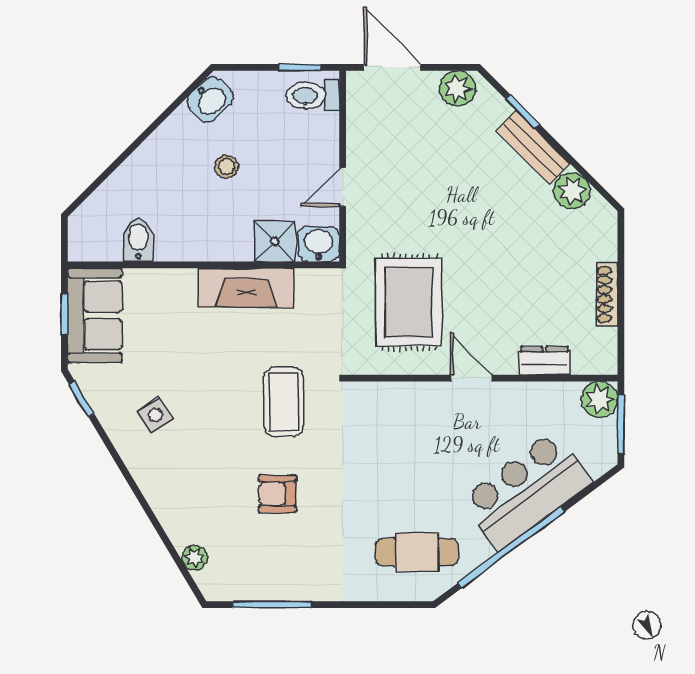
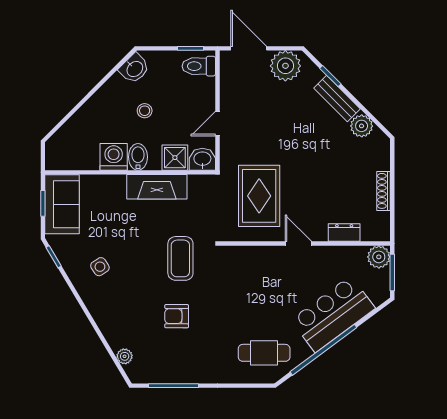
plant: (457, 88) -> (285, 66), width x1.36, depth x1.36
bidet: (138, 240) -> (138, 157), moved
washing machine: (177, 240) -> (114, 157), added

